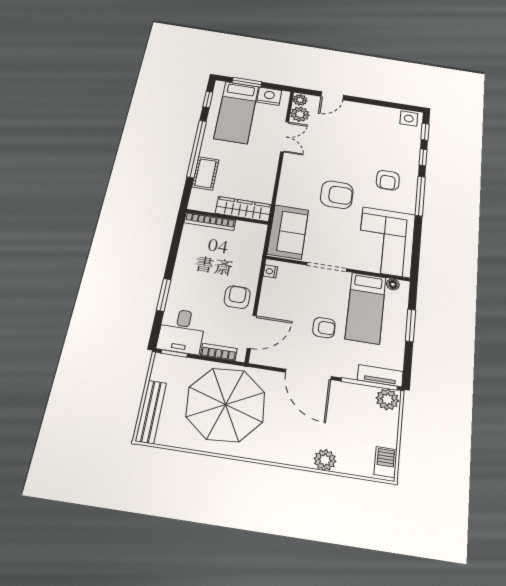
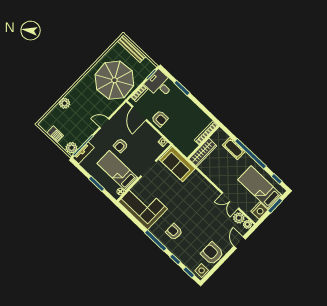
armchair: (337, 195) -> (212, 253), moved, turned 90
door: (308, 374) -> (104, 123), width x0.53
barbecue: (385, 462) -> (55, 134), moved

